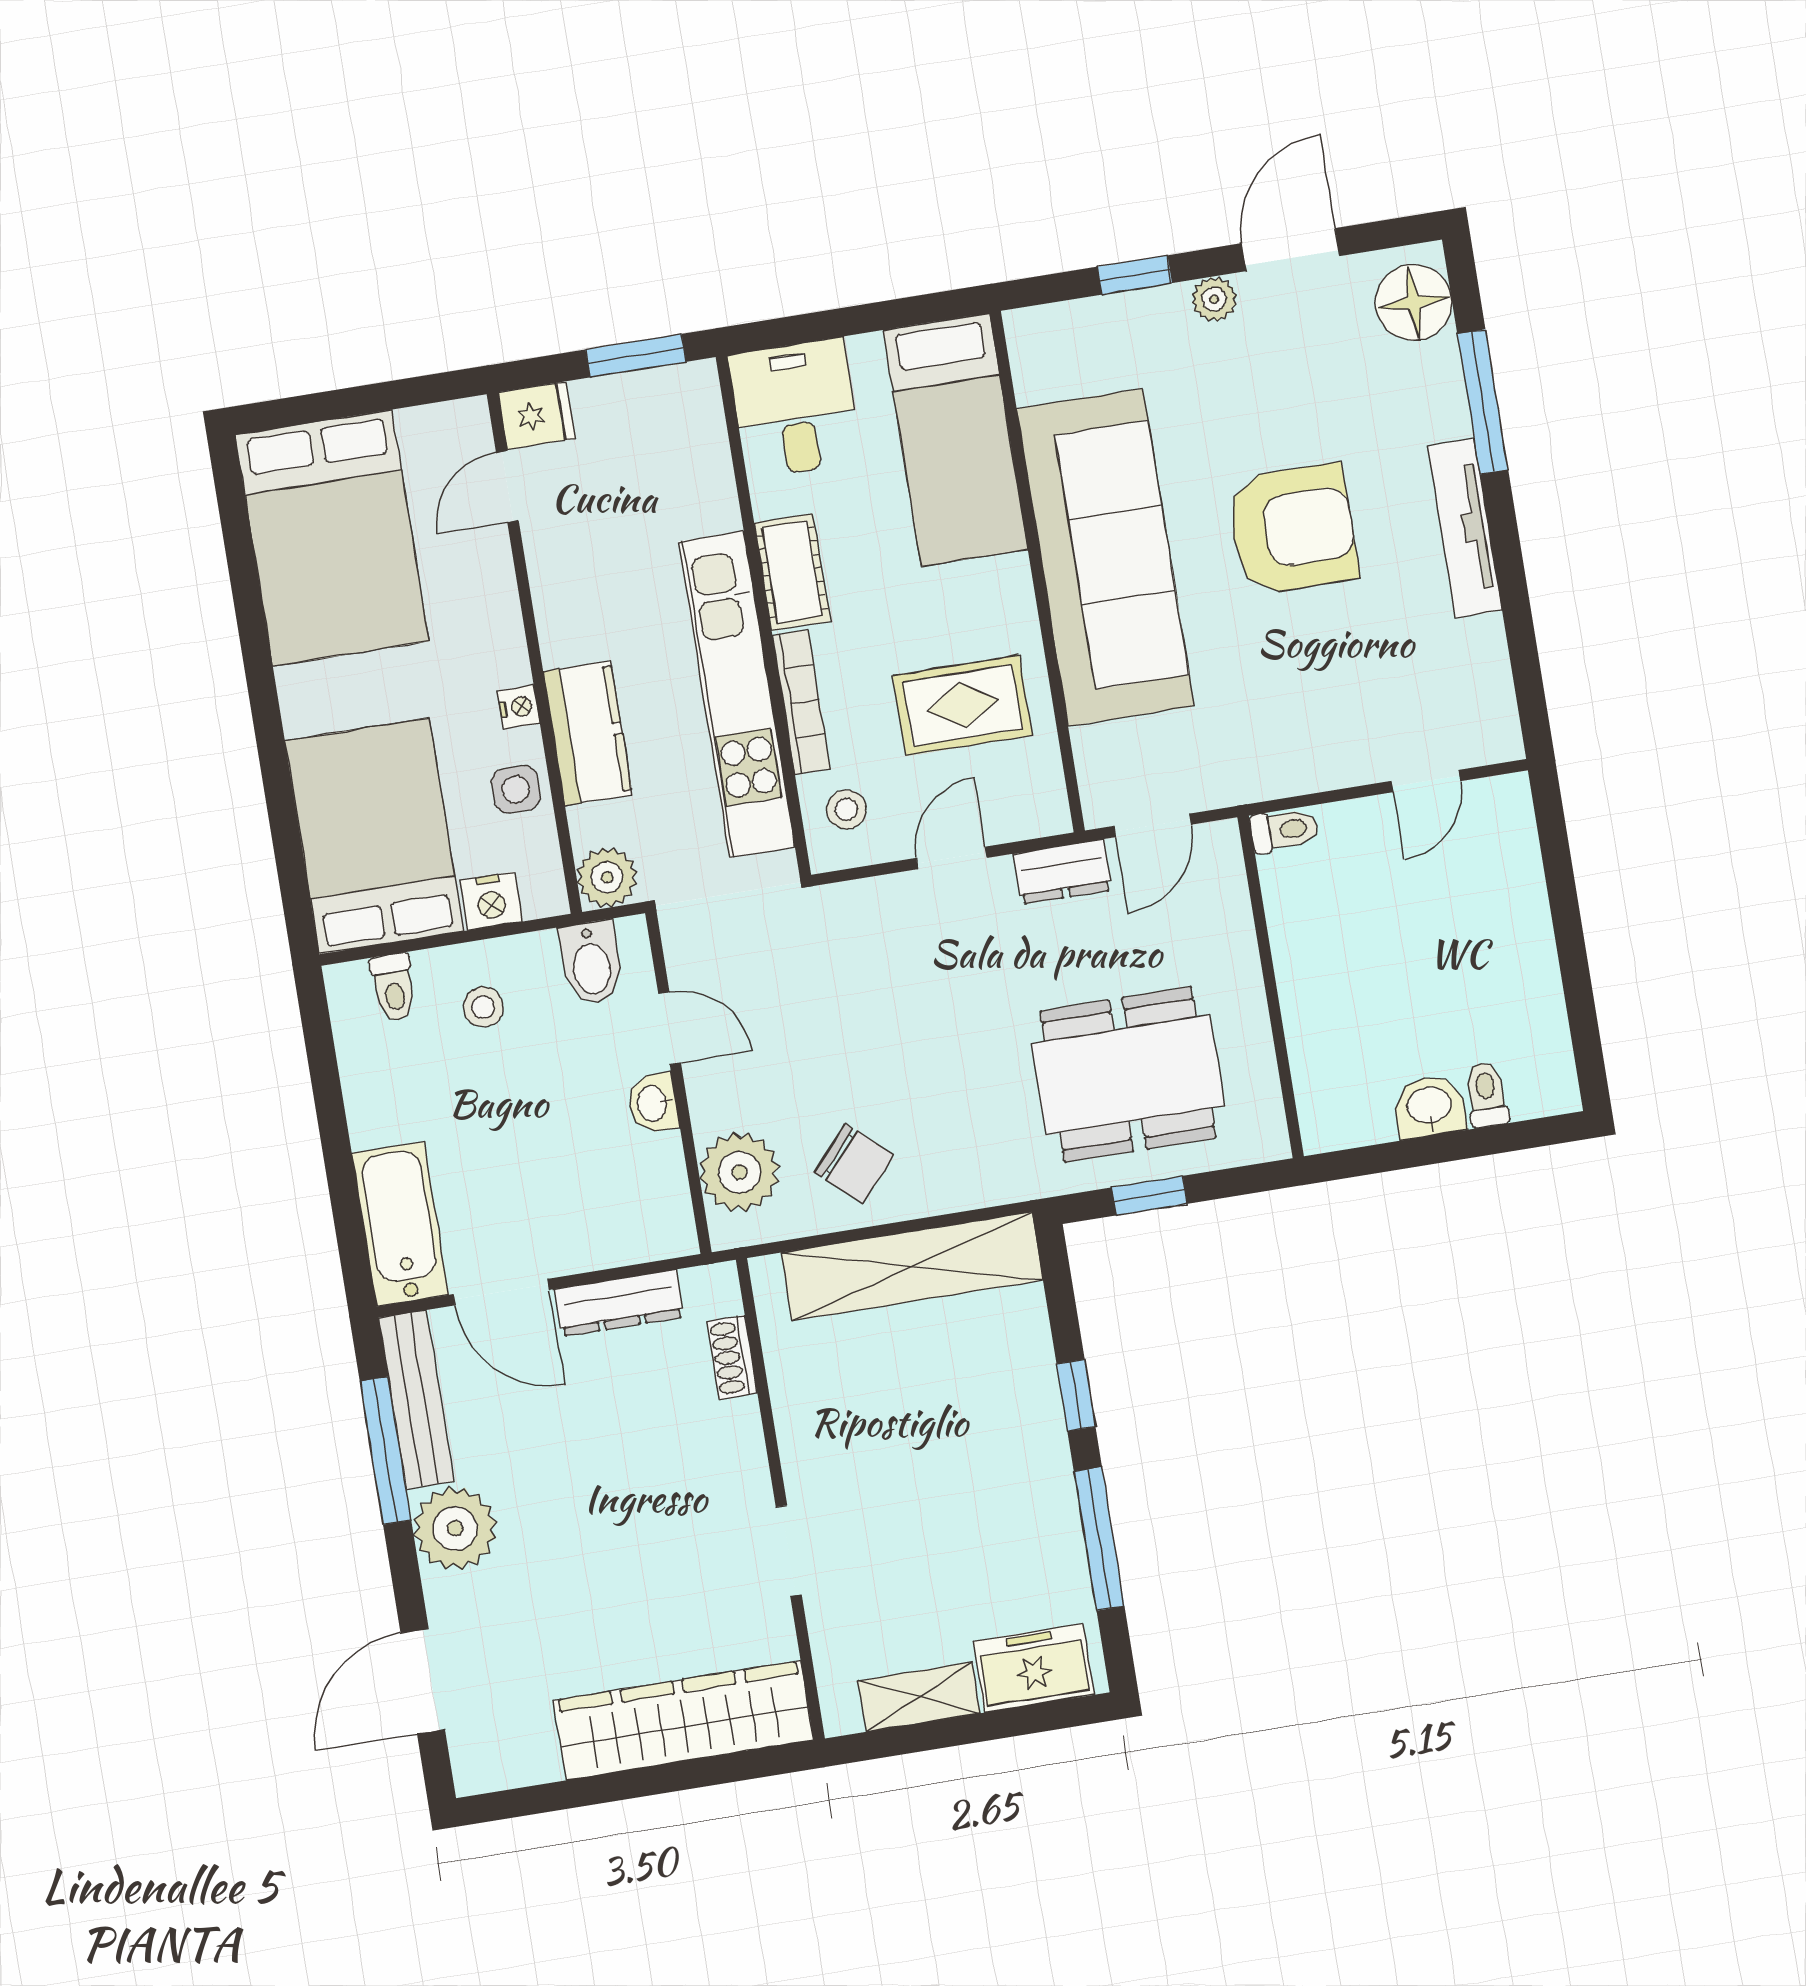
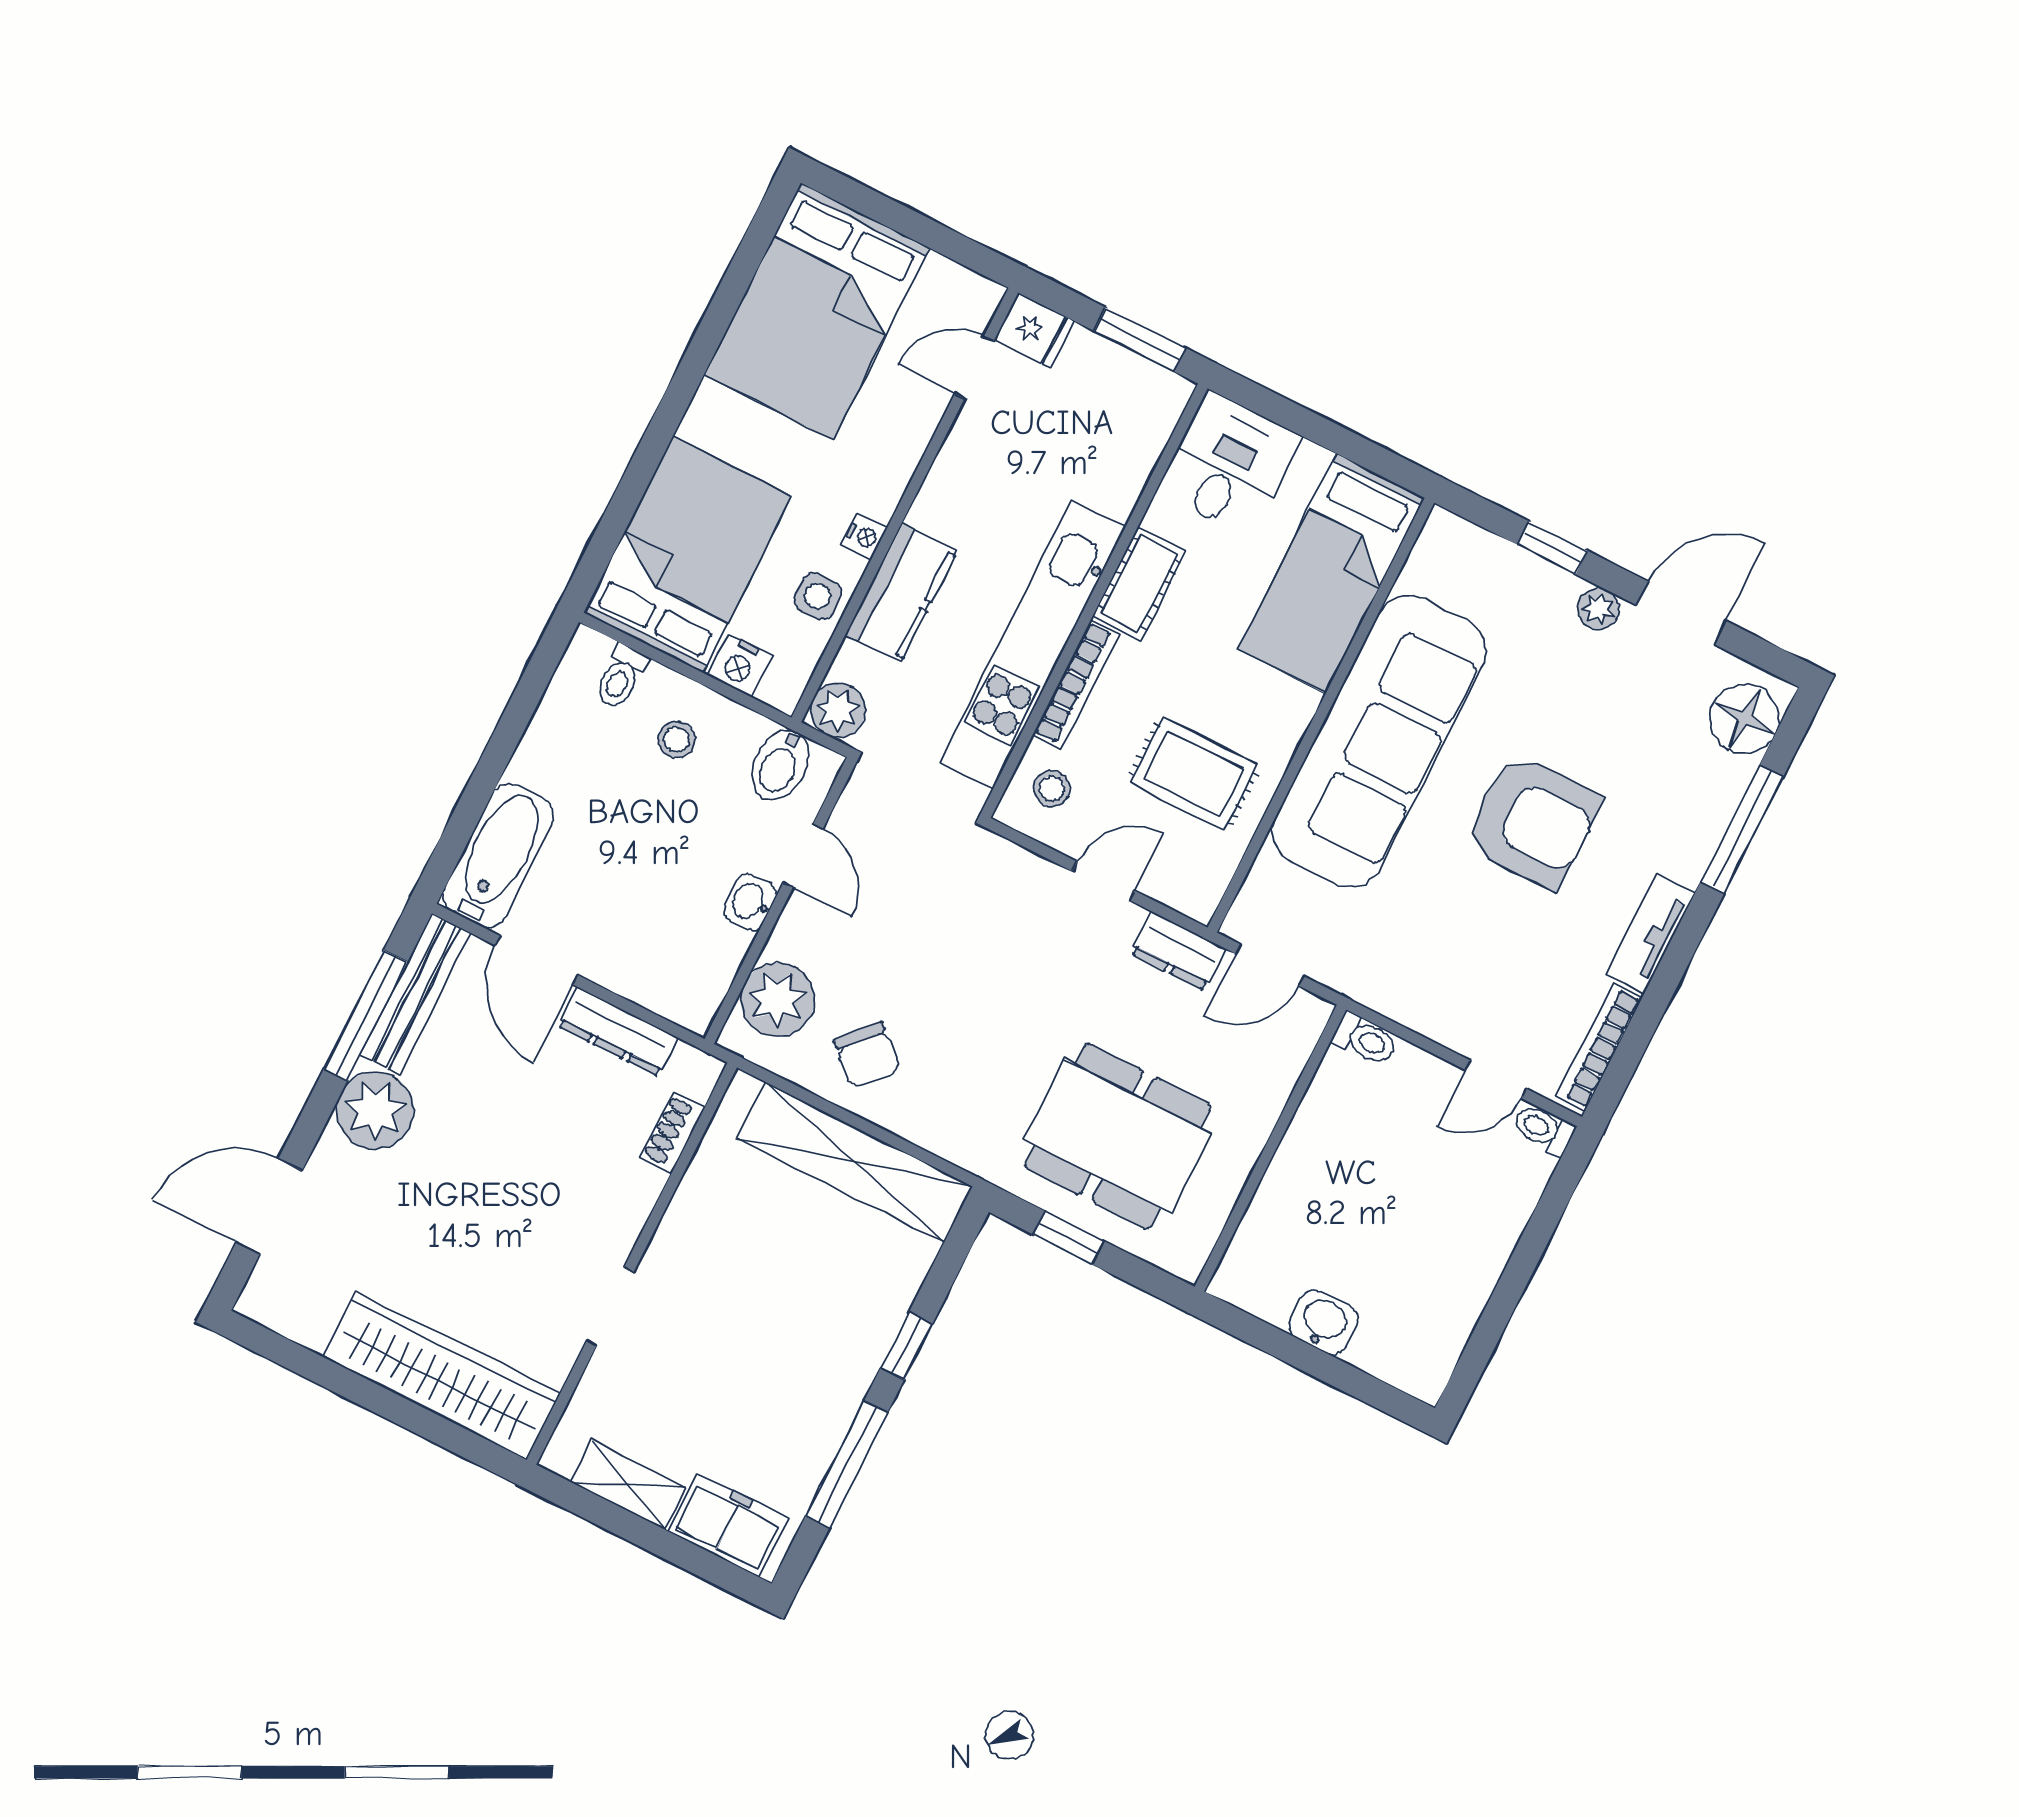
tv unit: (1465, 528) -> (1650, 934), width x0.71
bookcase: (1496, 686) -> (1599, 1047), added
toilet: (1486, 1095) -> (1543, 1129), moved, turned -90

